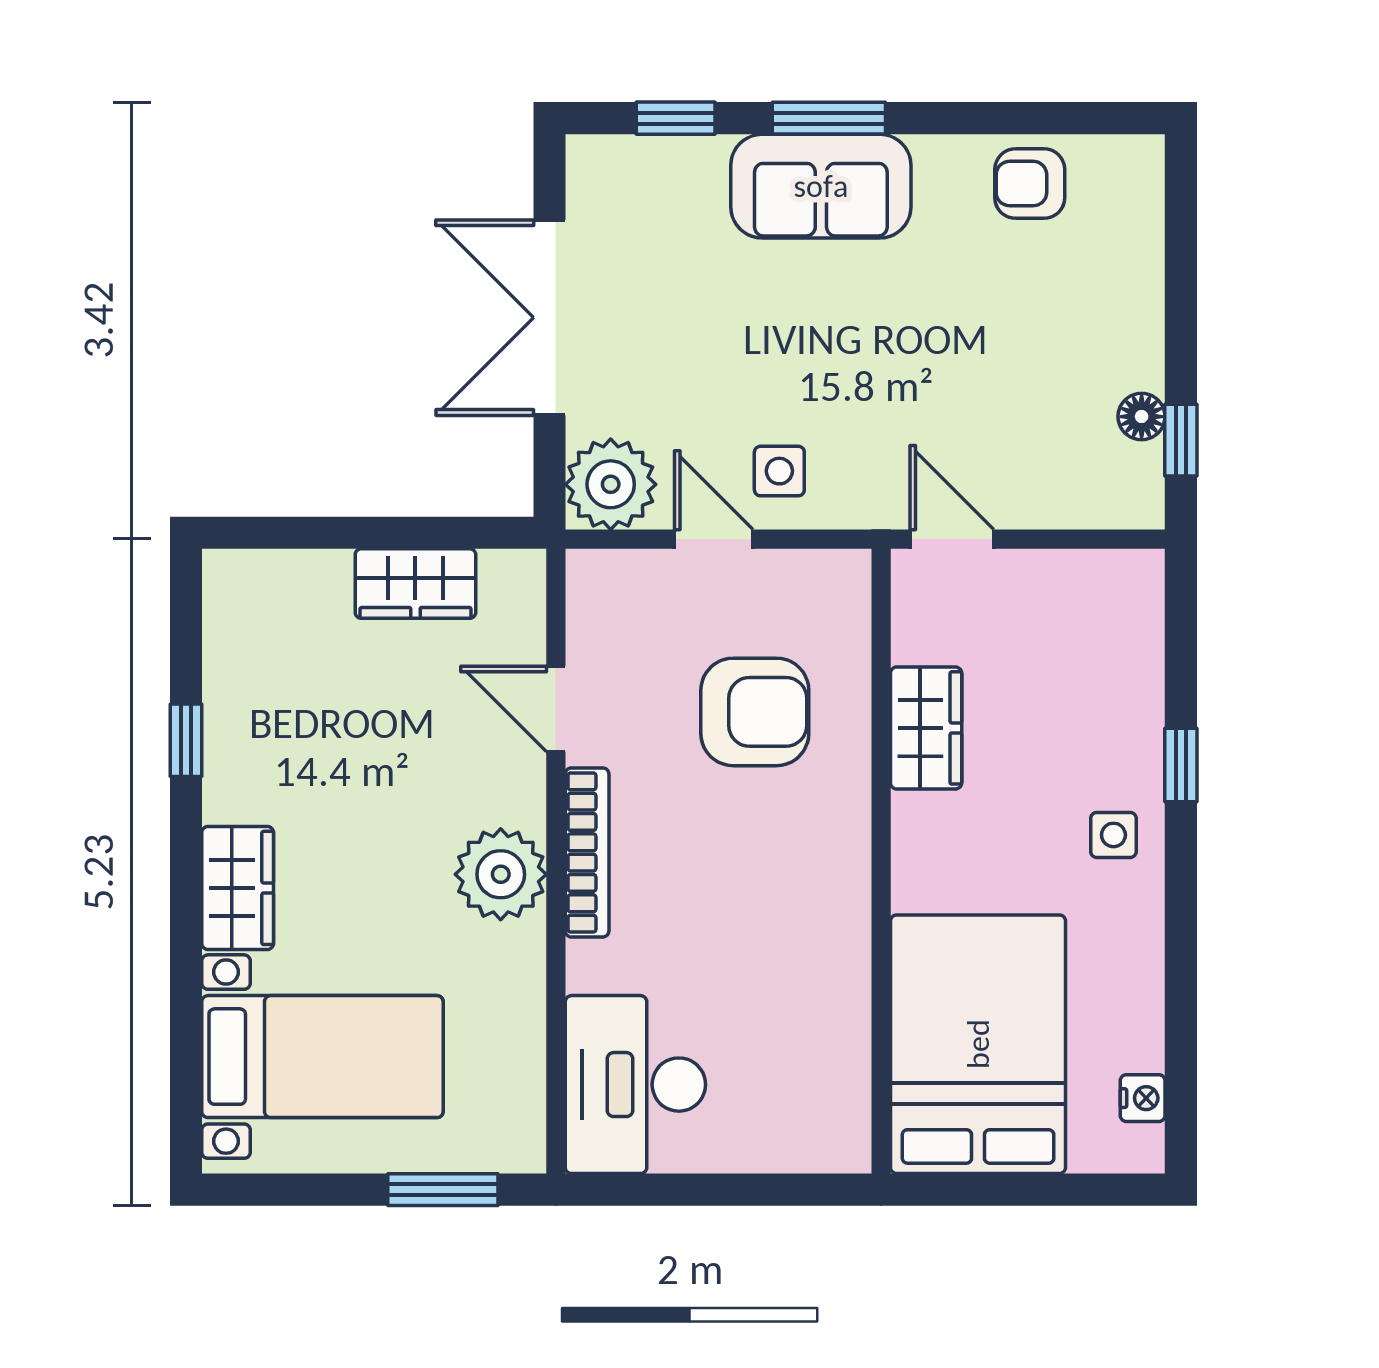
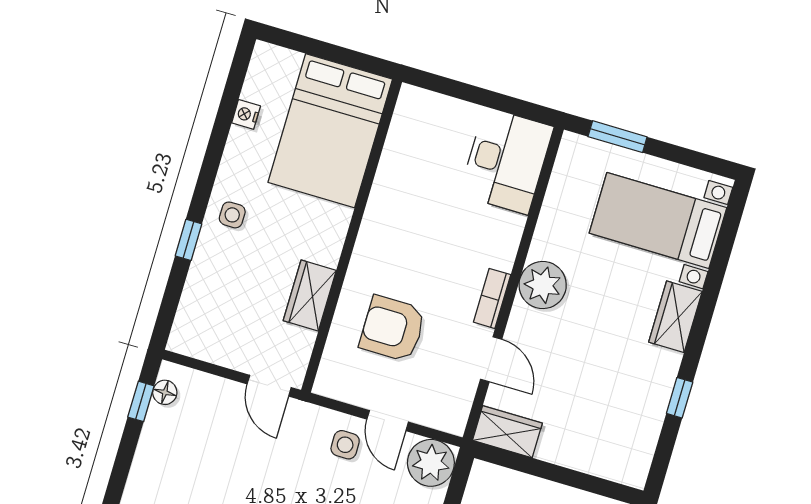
floor lamp: (1142, 417) -> (165, 392), moved
wardrobe: (415, 584) -> (507, 432), moved
bookcase: (587, 852) -> (492, 298), width x0.64
nightstand: (1143, 1098) -> (246, 114), moved

